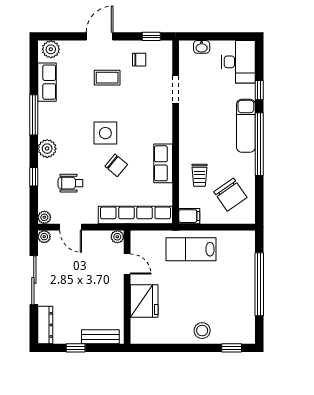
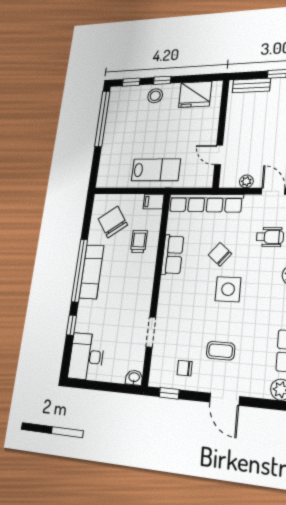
door: (100, 36) -> (225, 399), hinge flipped
washbasin: (202, 47) -> (134, 378), moved
exam couch: (246, 126) -> (92, 272), moved
plant: (117, 237) -> (246, 181), moved
window: (259, 284) -> (102, 119), moved
fridge: (144, 301) -> (195, 94), moved, turned -90
window: (196, 348) -> (162, 80), added

